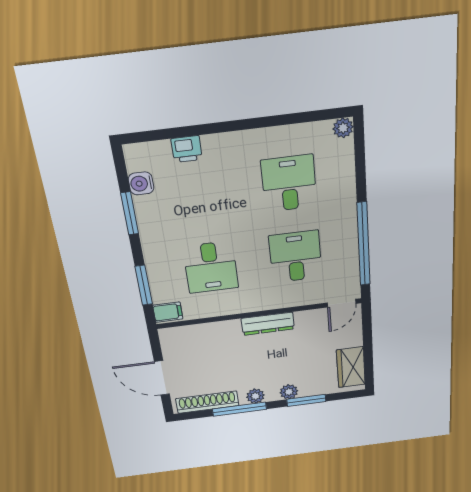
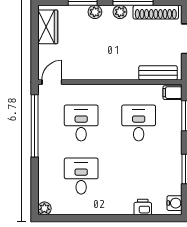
water cooler: (141, 183) -> (174, 203), moved
desk: (289, 183) -> (81, 176), turned 180
desk: (295, 257) -> (81, 123), turned 180
dresser: (268, 324) -> (105, 73), removed
bench: (193, 334) -> (158, 73), added

